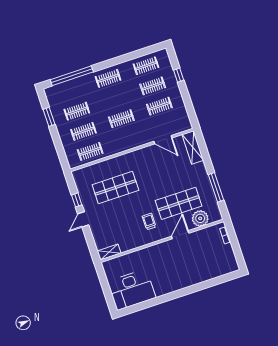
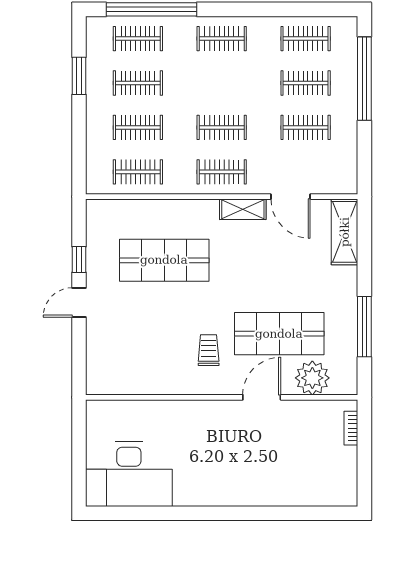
window: (179, 75) -> (364, 79), width x3.17
clothes rail: (70, 91) -> (138, 39), added
clothes rail: (128, 139) -> (222, 172), added
shelving: (109, 252) -> (243, 209), moved

